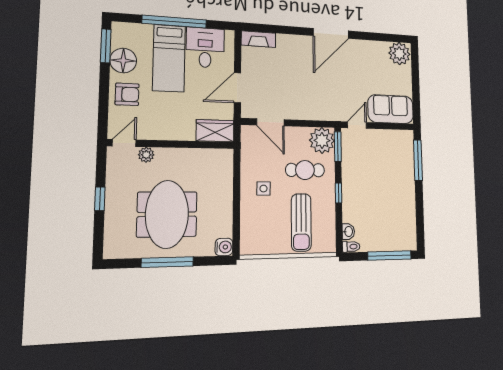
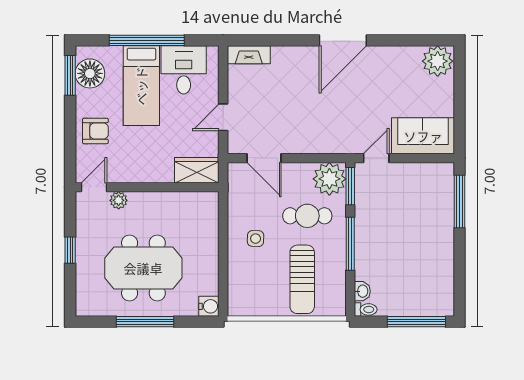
floor lamp: (123, 61) -> (90, 73), moved
door: (237, 88) -> (223, 117), width x0.73
window: (338, 193) -> (350, 244), width x2.17
meeting table: (167, 214) -> (143, 268), turned 90

